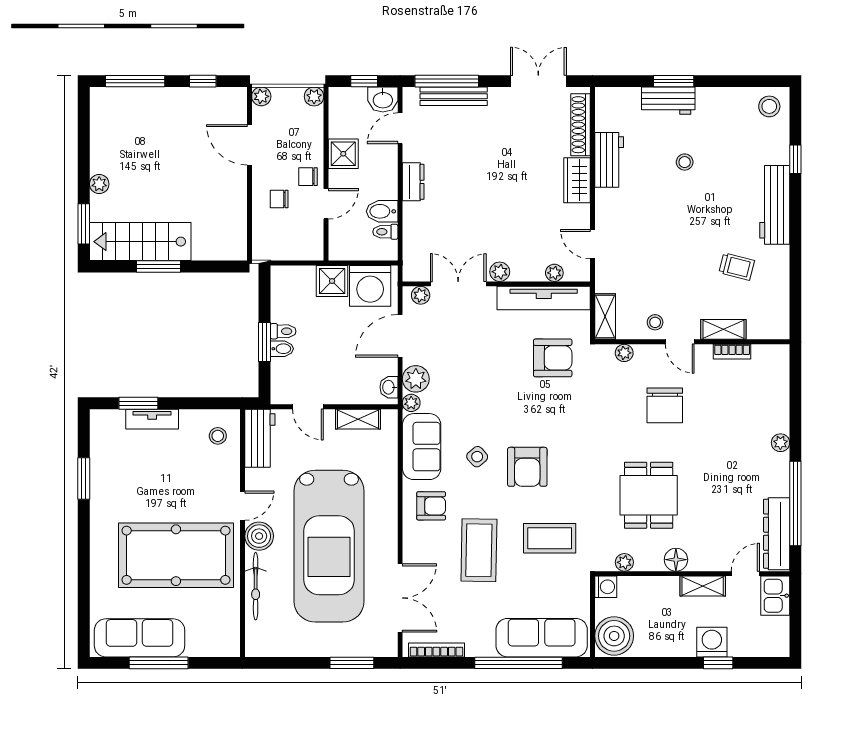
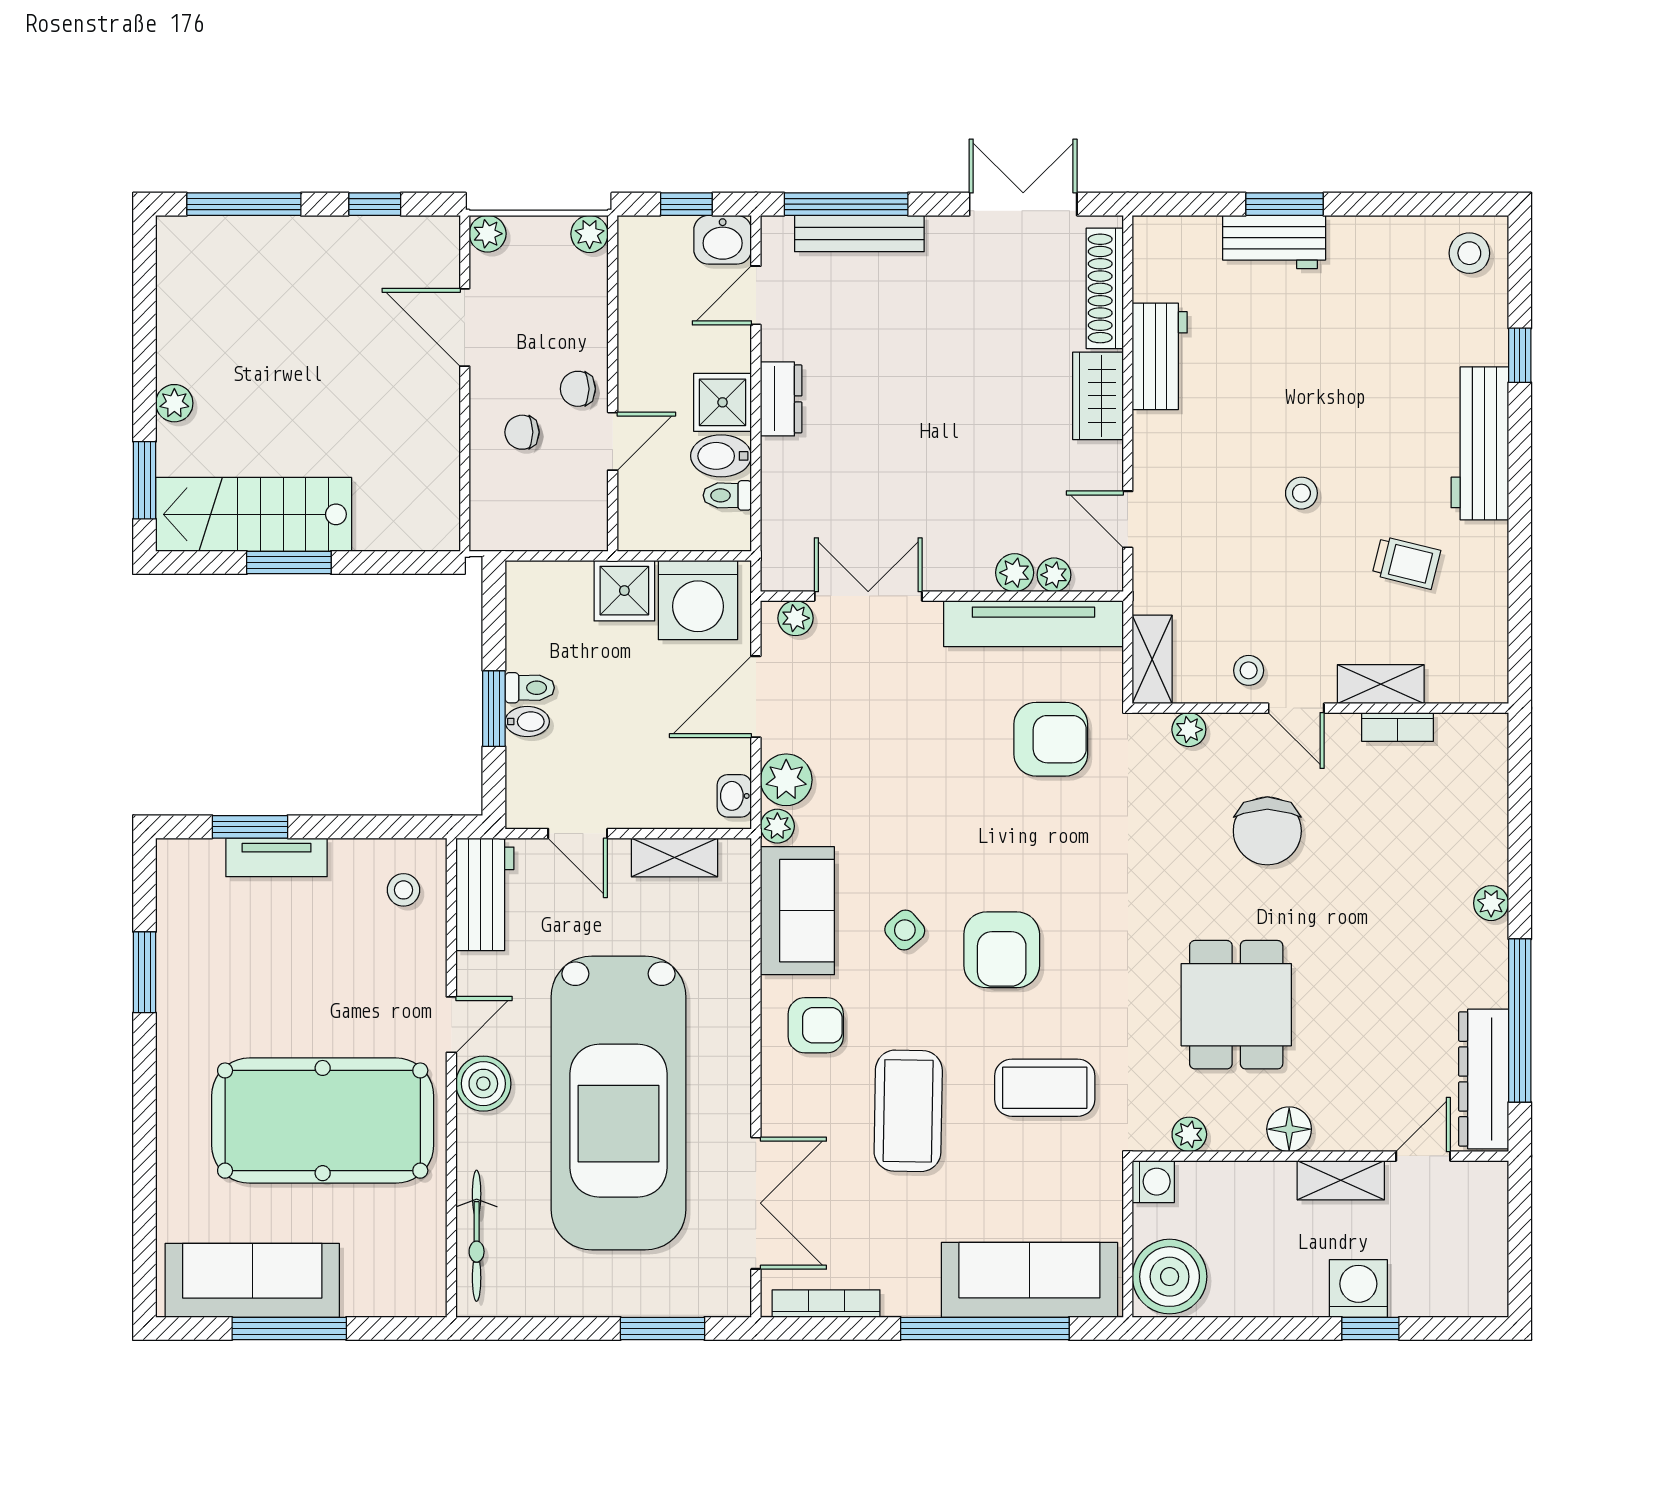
shower: (343, 154) -> (723, 402), moved
stool: (685, 162) -> (1301, 493), moved
plant: (500, 272) -> (1015, 573), moved
bicycle: (256, 586) -> (477, 1236), moved
kitchen sink: (775, 596) -> (1481, 1199), removed

